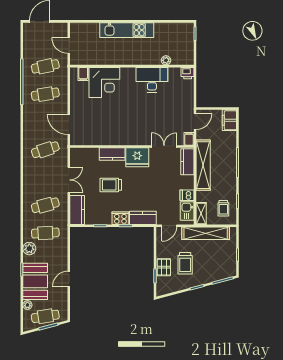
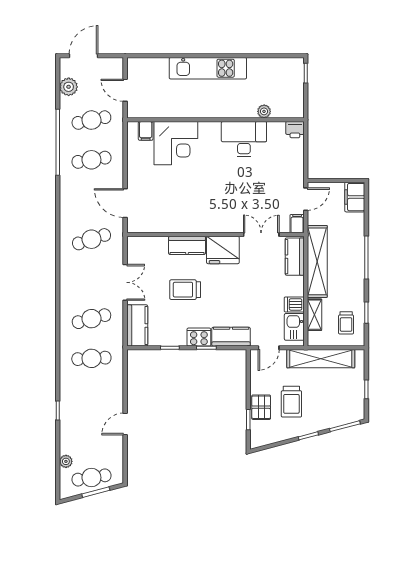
shelving: (201, 213) -> (314, 315), moved
plant: (29, 249) -> (69, 87), moved
booth: (35, 281) -> (77, 428), removed

